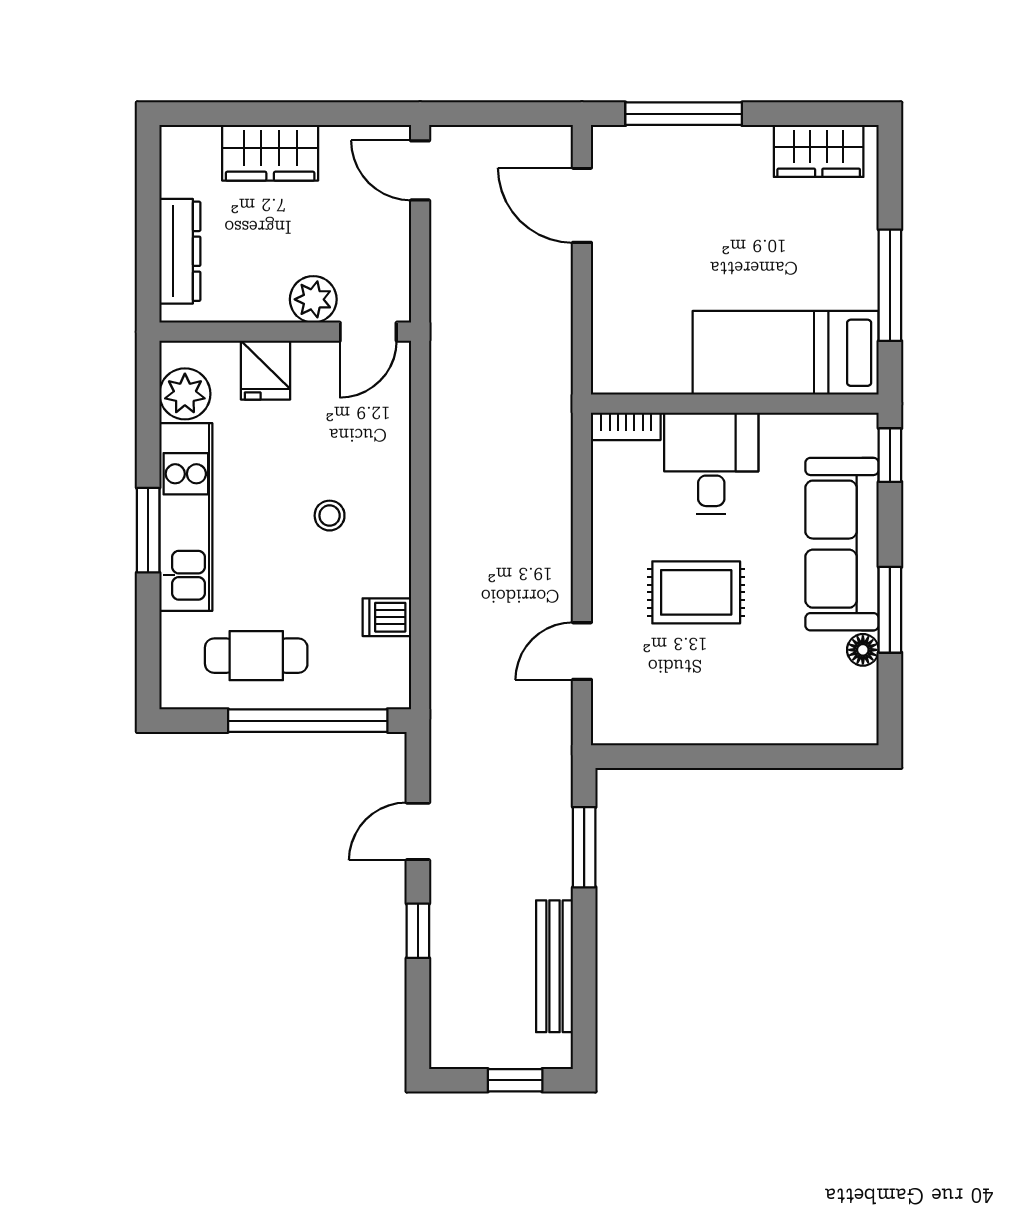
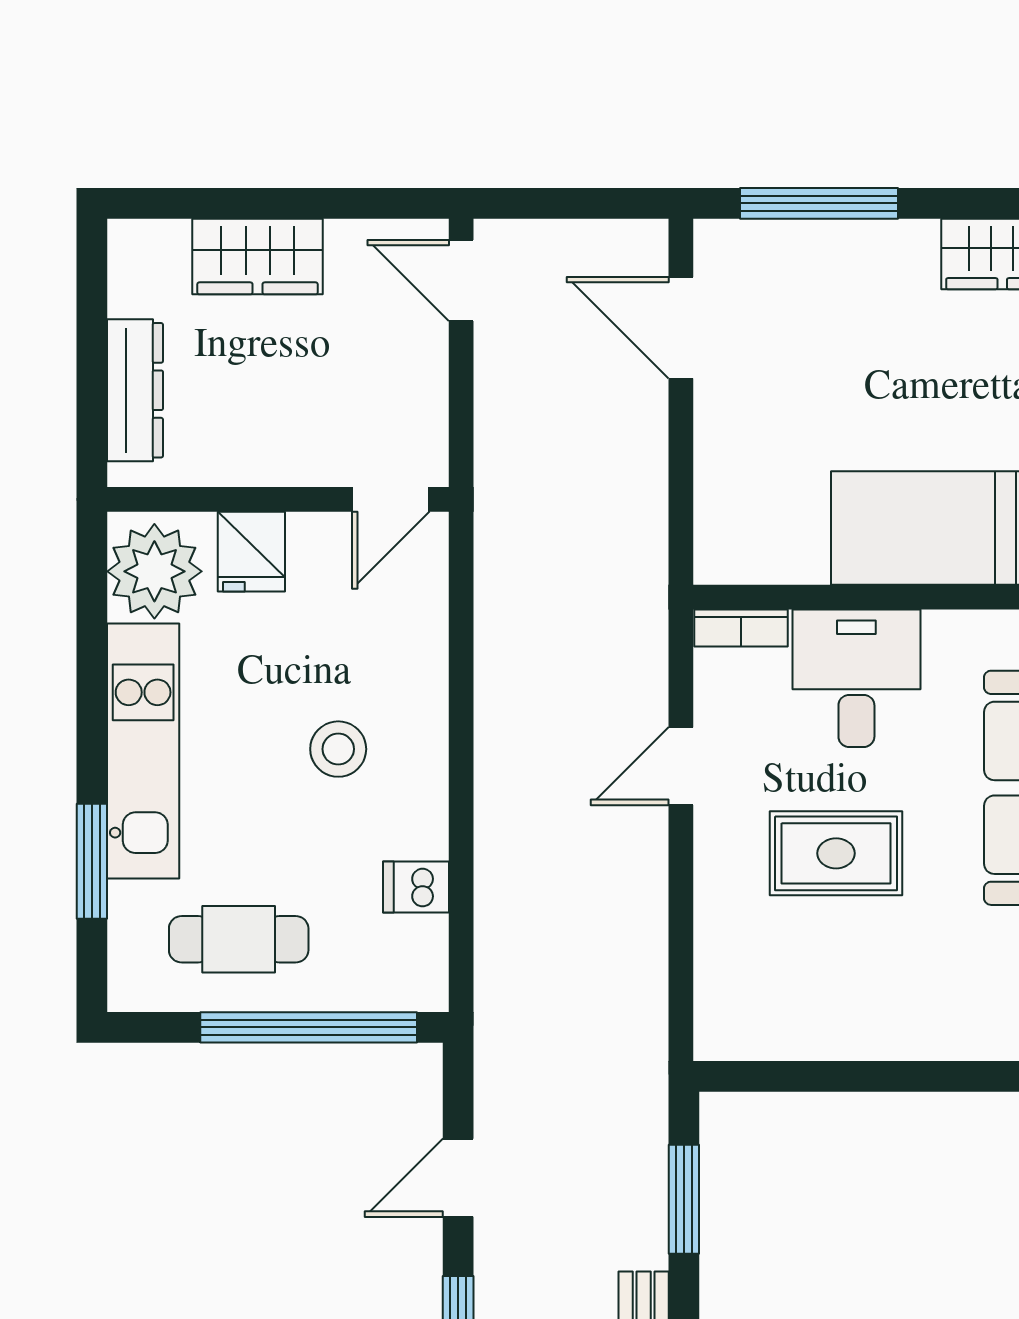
plant: (313, 299) -> (316, 456), removed
plant: (185, 394) -> (154, 571), width x1.36, depth x1.36
stool: (330, 516) -> (338, 749), width x1.37, depth x1.37
window: (148, 530) -> (92, 861), moved
door: (582, 651) -> (681, 766), moved

